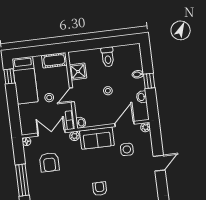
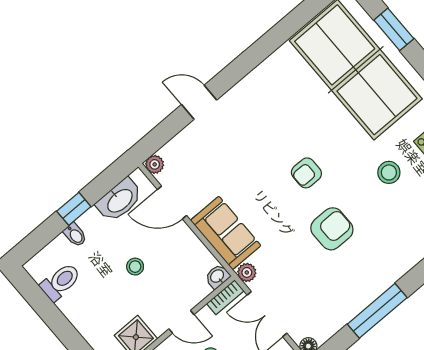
toilet: (108, 57) -> (61, 282), moved
washbasin: (142, 97) -> (119, 200), width x1.91, depth x1.45
side table: (127, 149) -> (212, 171), removed
armchair: (49, 162) -> (332, 229), moved

